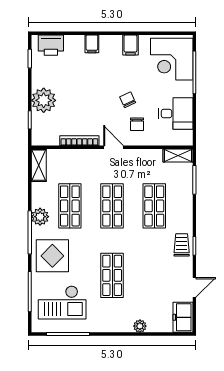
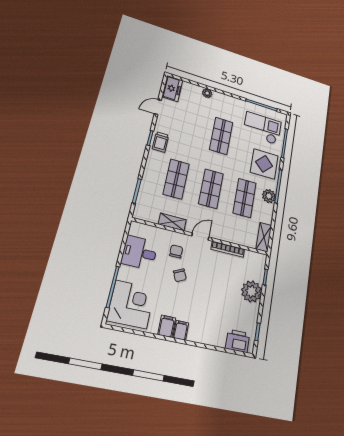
filing cabinet: (92, 44) -> (181, 330), moved
door: (113, 147) -> (200, 236), swing flipped
shelving: (178, 155) -> (172, 222), moved

